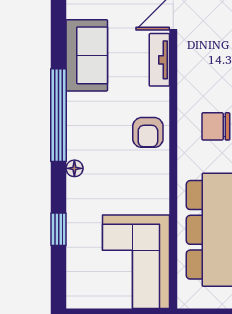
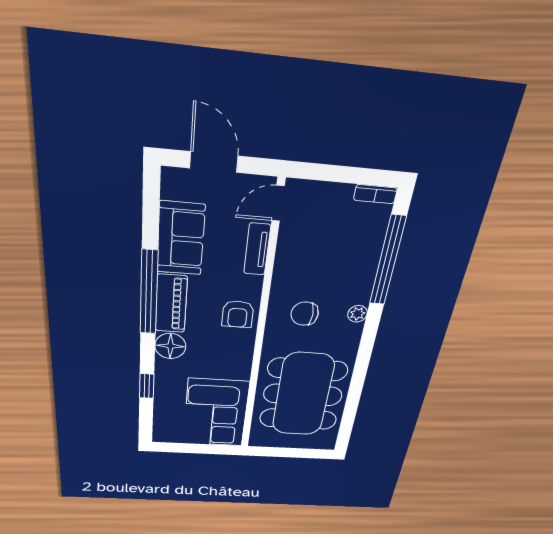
piano: (81, 126) -> (171, 304), added
floor lamp: (74, 168) -> (170, 346), width x1.89, depth x1.89

